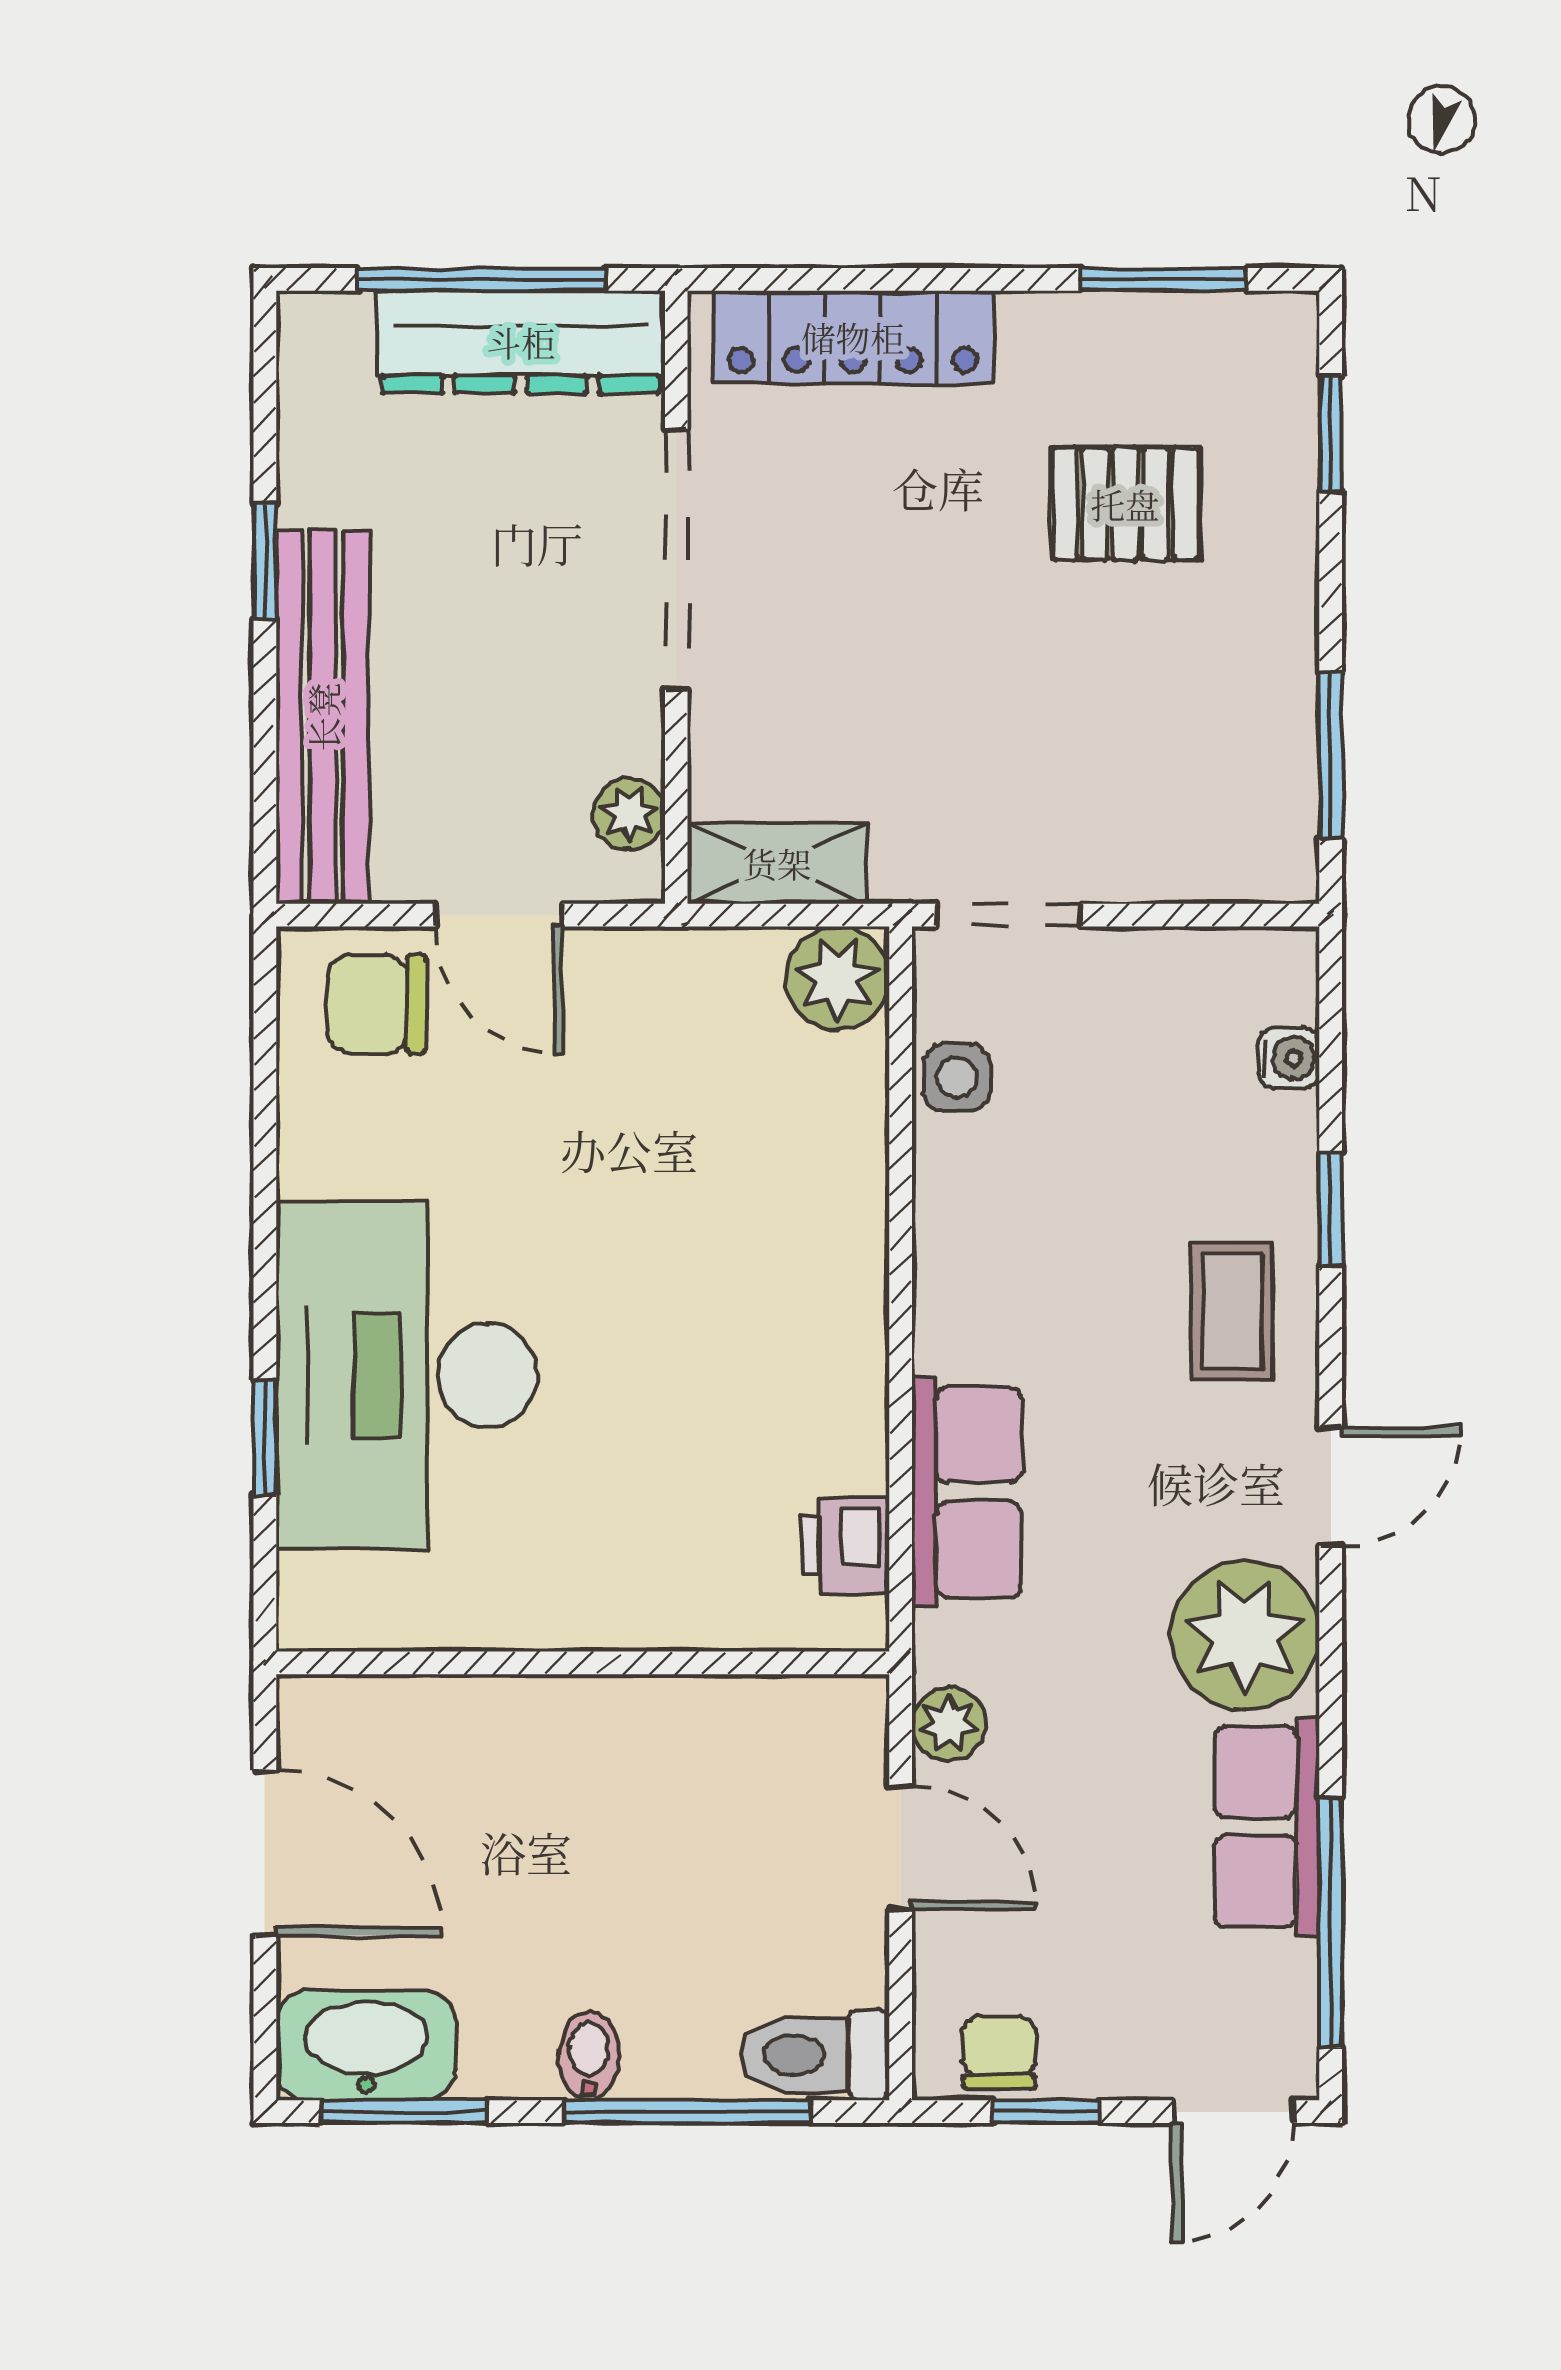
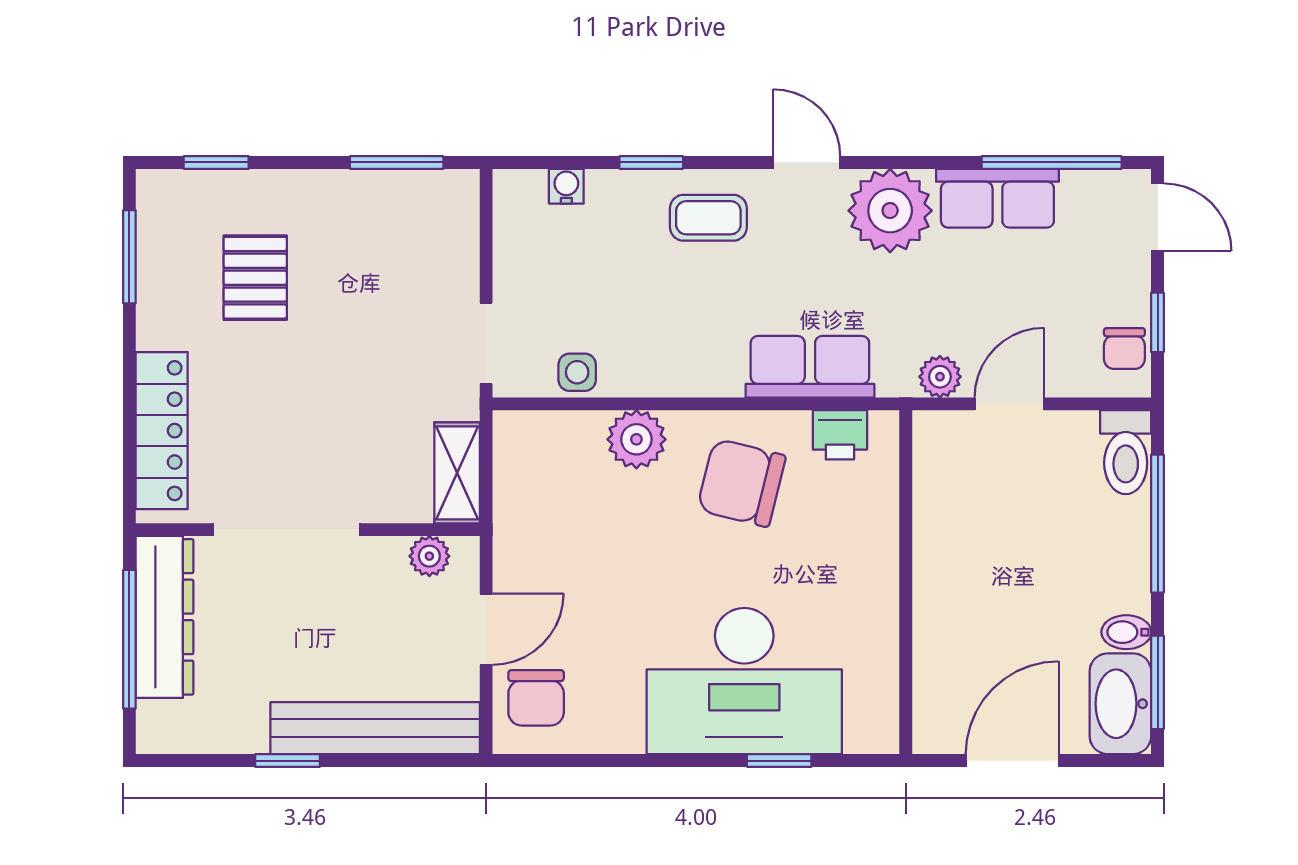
plant: (837, 978) -> (636, 439), moved
chair: (760, 1370) -> (741, 483), added
chair: (999, 2053) -> (1124, 349), turned -90
bidet: (589, 2056) -> (1126, 632), moved

